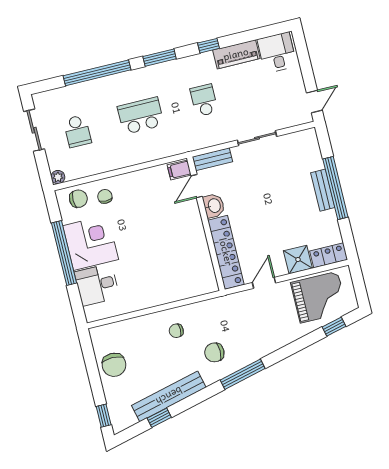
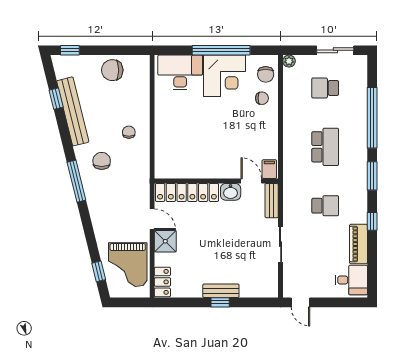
window: (335, 188) -> (220, 302), width x0.32
shower: (298, 260) -> (165, 241), moved
desk: (97, 285) -> (180, 72), width x1.37

